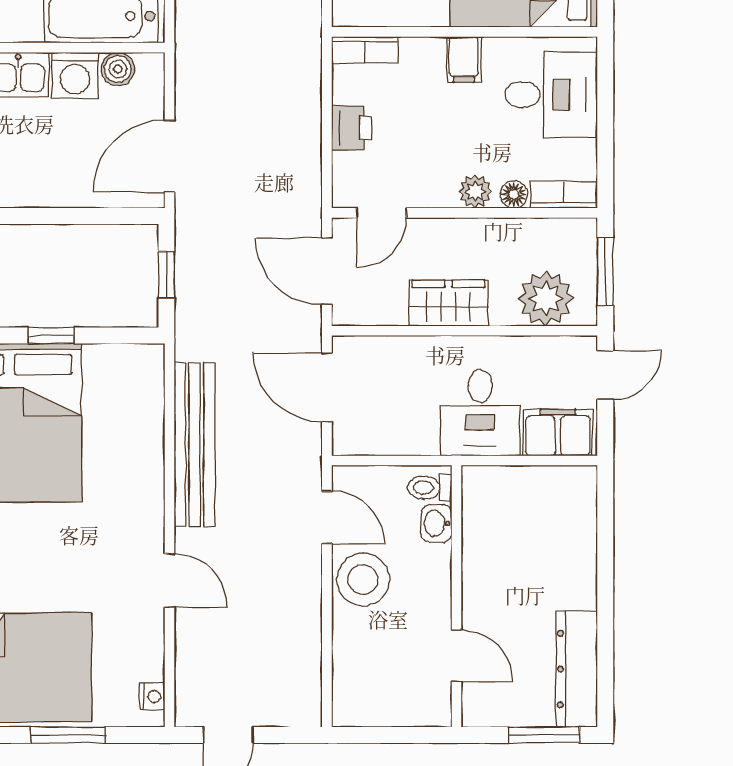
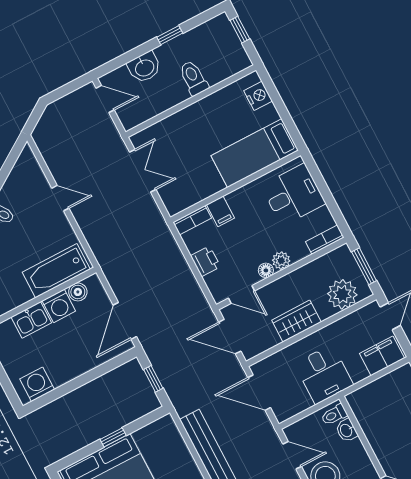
filing cabinet: (464, 60) -> (220, 211), moved
floor lamp: (514, 195) -> (266, 270), moved
door: (382, 213) -> (241, 294), hinge flipped
desk: (480, 413) -> (324, 374), moved

